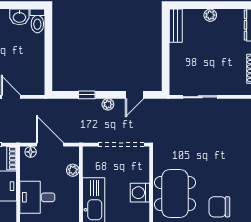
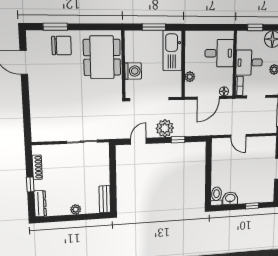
plant: (108, 104) -> (165, 128), width x1.88, depth x1.88
door: (50, 145) -> (208, 98), hinge flipped
washing machine: (140, 193) -> (133, 71), moved

